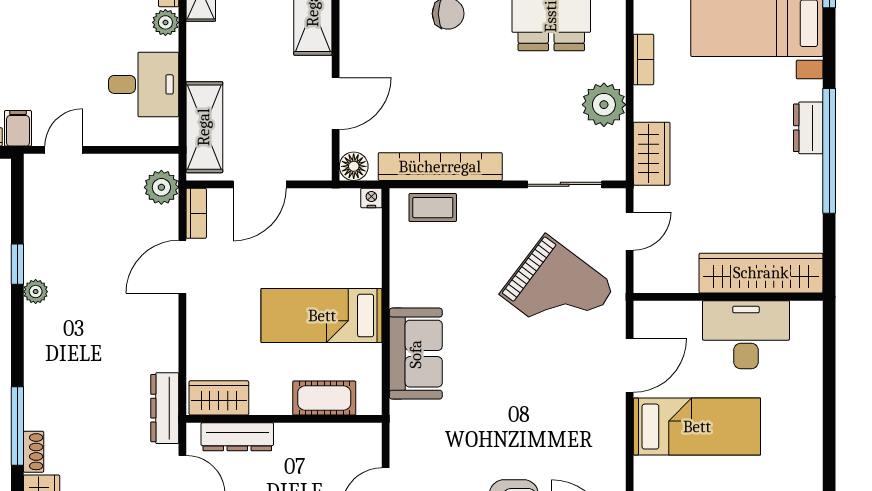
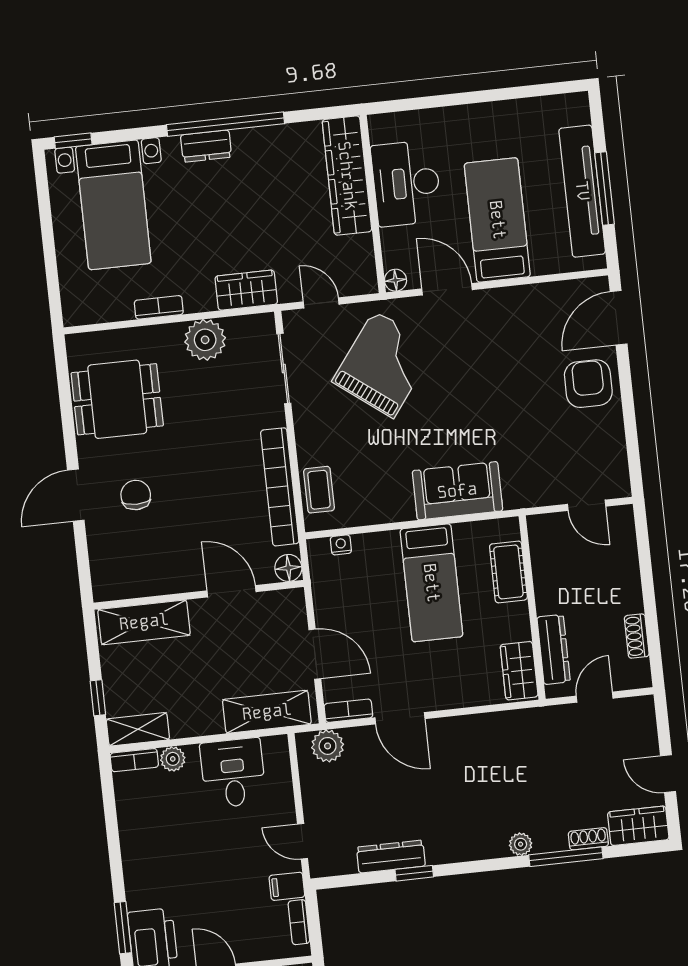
nightstand: (371, 198) -> (341, 545), moved, turned 90
plant: (36, 292) -> (521, 844), moved
floor lamp: (645, 312) -> (396, 280), added
dresser: (165, 408) -> (391, 857), moved, turned 180

